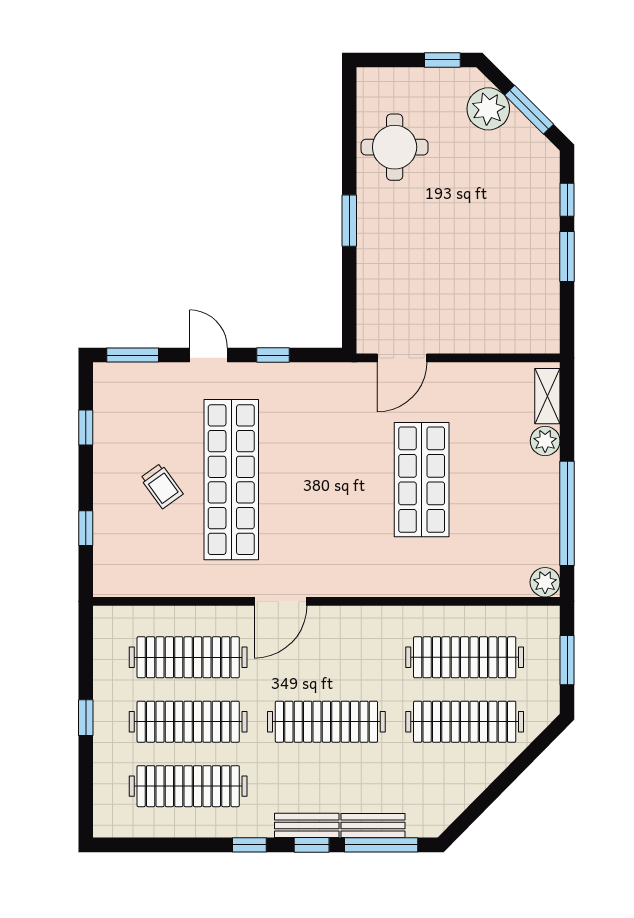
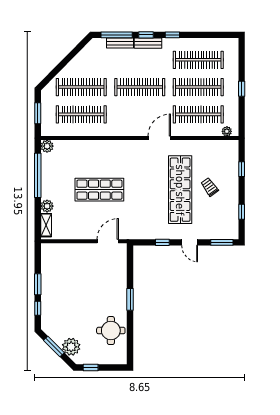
shop shelf: (422, 480) -> (99, 190), turned 90
plant: (121, 617) -> (227, 131), added

